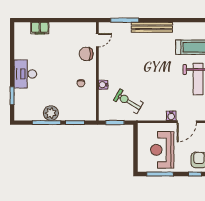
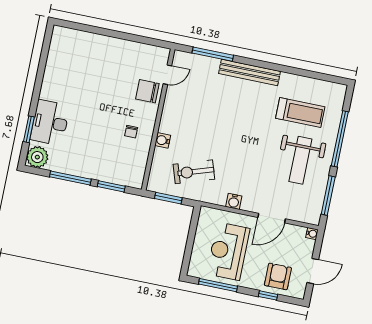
filing cabinet: (40, 28) -> (88, 41), removed
desk: (25, 74) -> (50, 123), moved
exercise bike: (128, 101) -> (194, 172), turned -49
plant: (51, 113) -> (37, 157), moved
water cooler: (171, 116) -> (234, 201), moved

